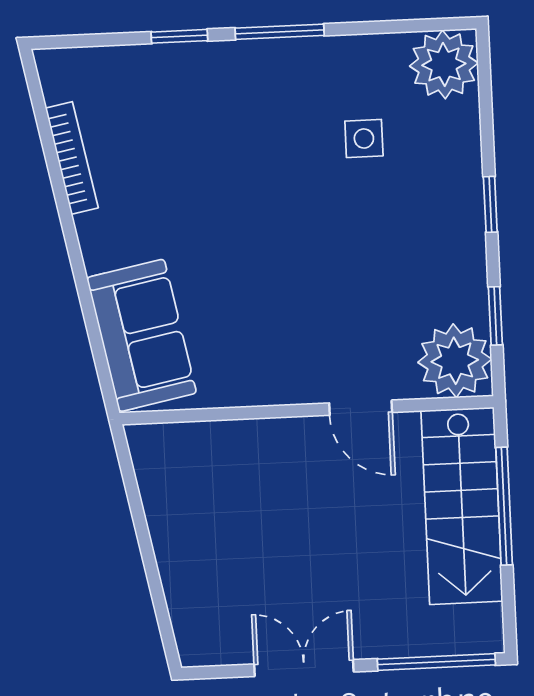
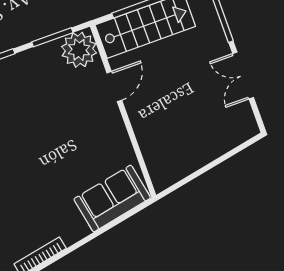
window: (495, 316) -> (52, 37), width x1.50

